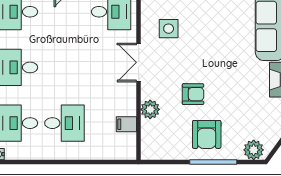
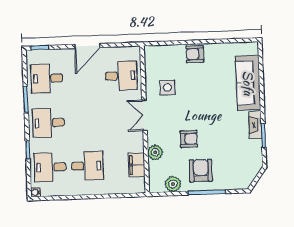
filing cabinet: (126, 124) -> (137, 165), width x2.00
armchair: (207, 134) -> (201, 171), turned 180
plant: (254, 150) -> (173, 184), moved

